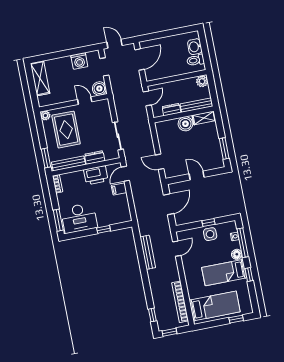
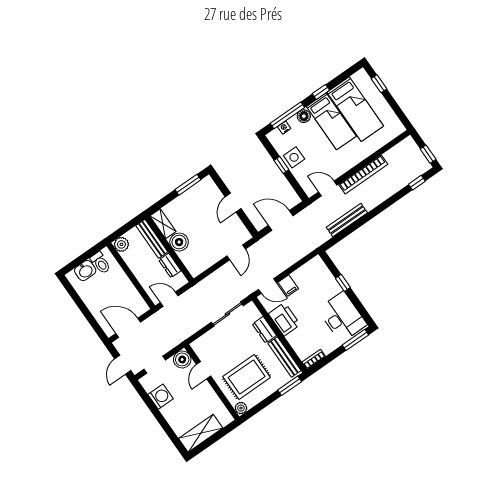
bookcase: (180, 302) -> (363, 174), moved
bed: (215, 306) -> (355, 109), moved, turned 180

